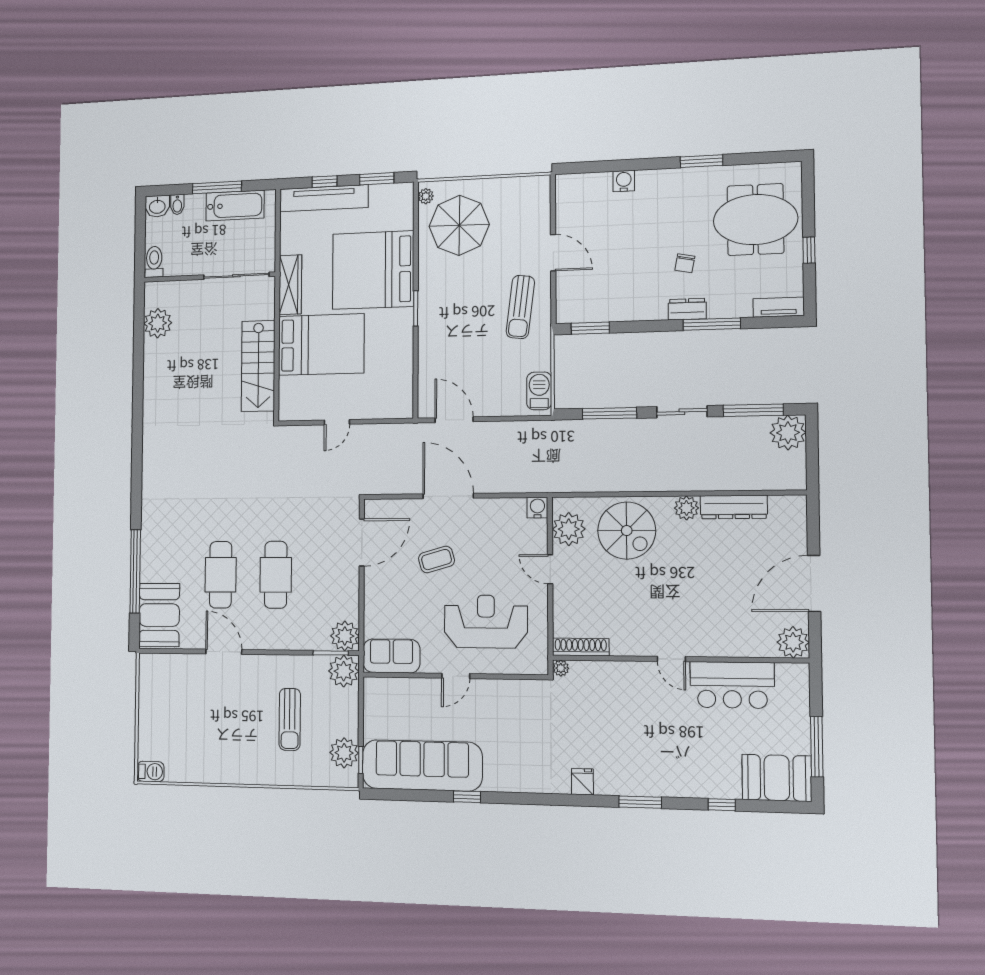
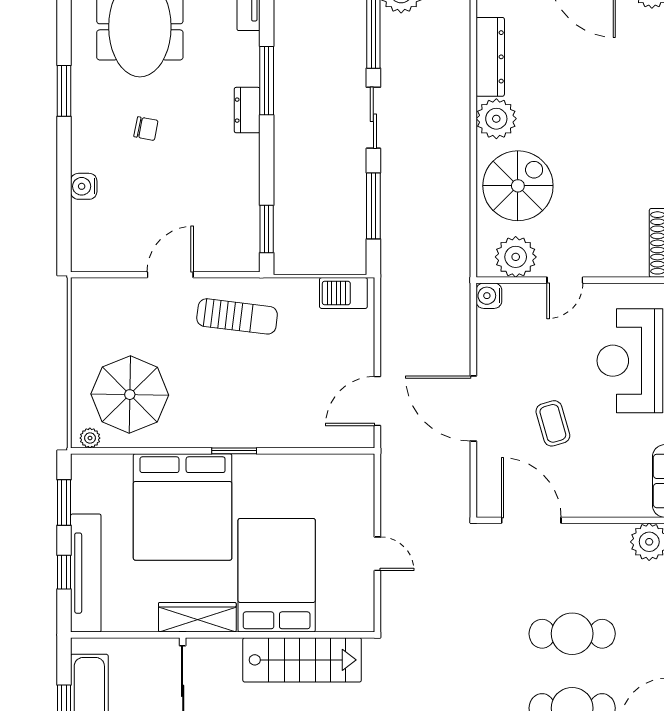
chair: (685, 263) -> (146, 129), moved
door: (448, 496) -> (473, 409), hinge flipped
plant: (686, 508) -> (496, 119), width x1.36, depth x1.36

